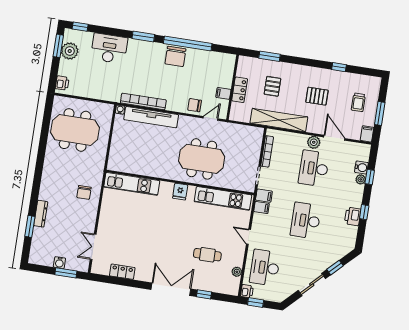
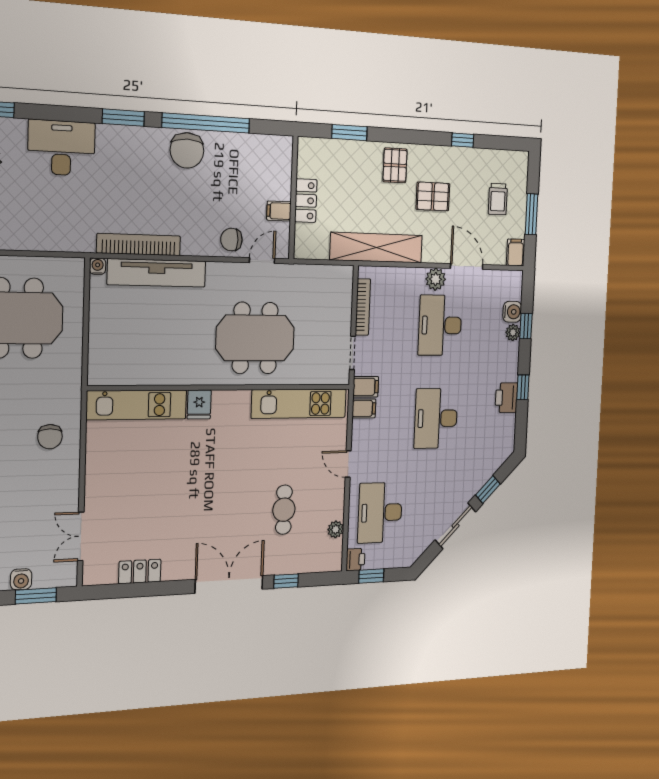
pallet: (272, 86) -> (395, 165), moved
fridge: (180, 192) -> (199, 404), moved
cafe table: (207, 255) -> (284, 510), turned 90

